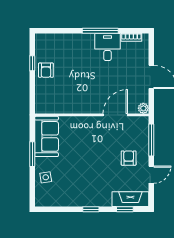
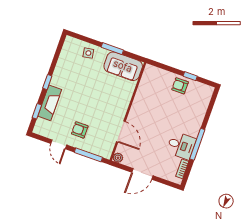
armchair: (129, 158) -> (80, 130), turned 180
fireplace: (130, 199) -> (50, 103), moved

